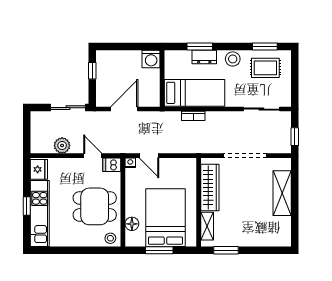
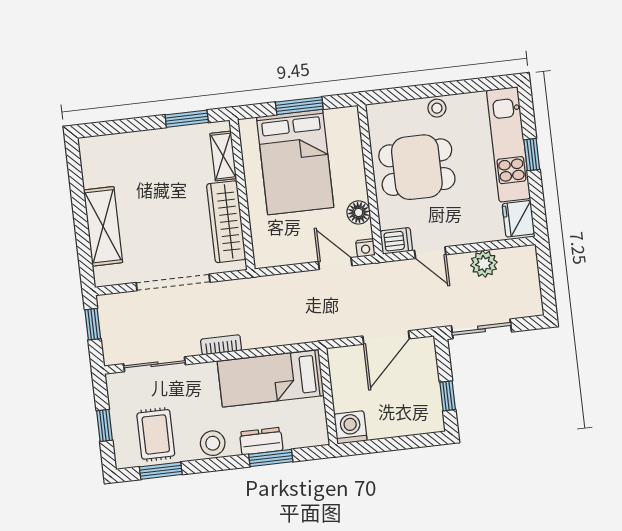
rug: (265, 68) -> (156, 434), turned 90
window: (295, 77) -> (104, 425), added
bookcase: (193, 116) -> (221, 345), moved
floor lamp: (132, 224) -> (359, 212), moved
stool: (110, 238) -> (437, 108), moved

